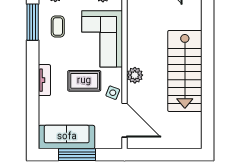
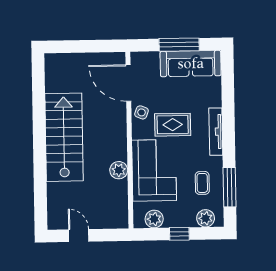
plant: (135, 75) -> (119, 170), moved
tv unit: (44, 80) -> (216, 132), width x1.41

